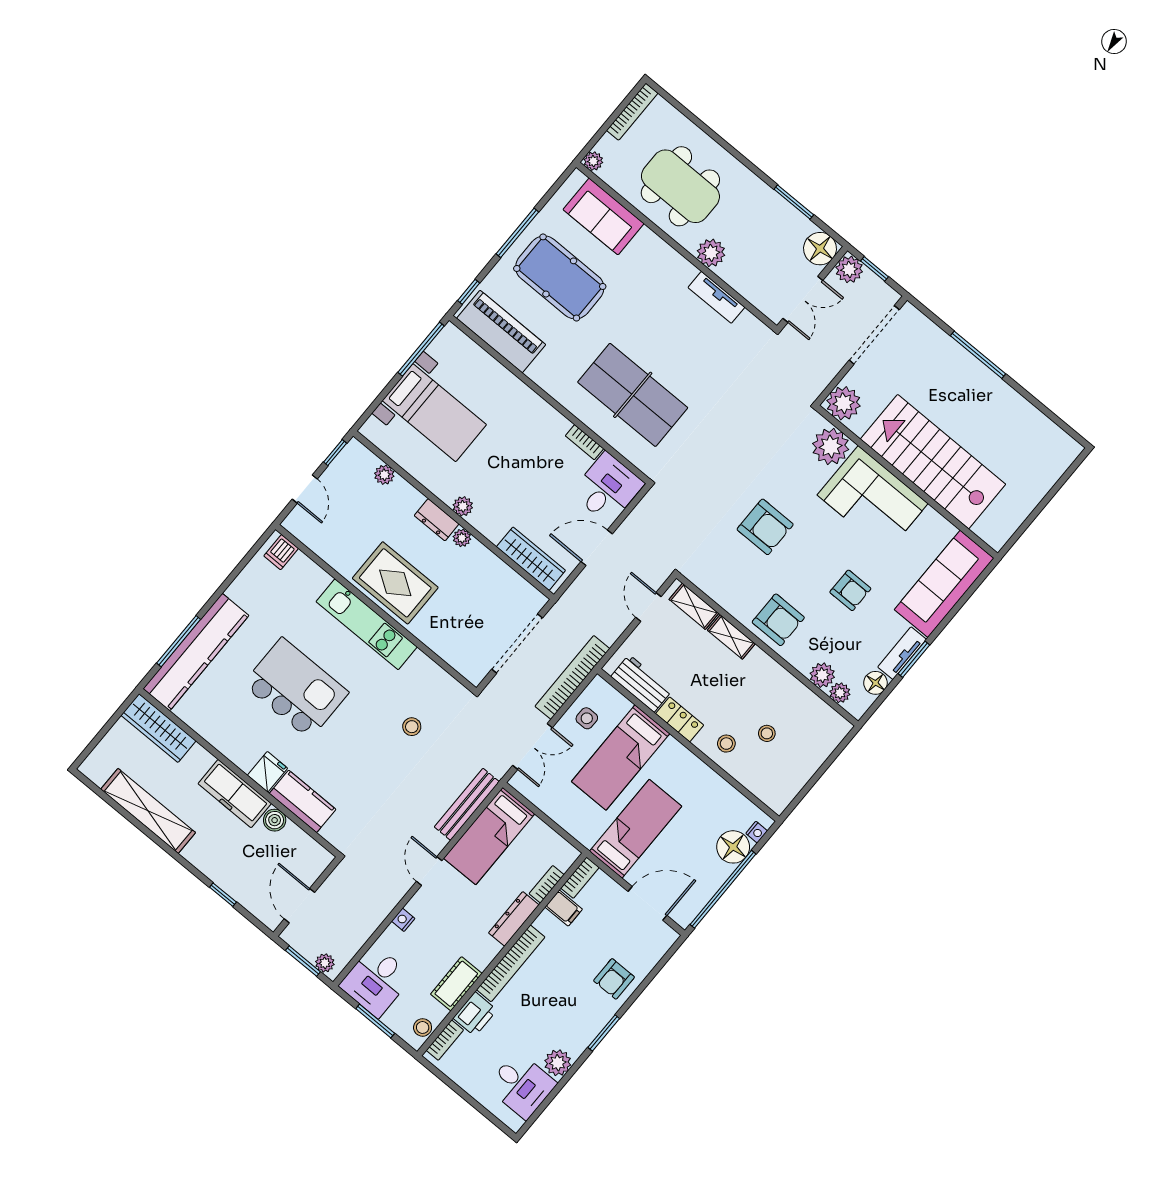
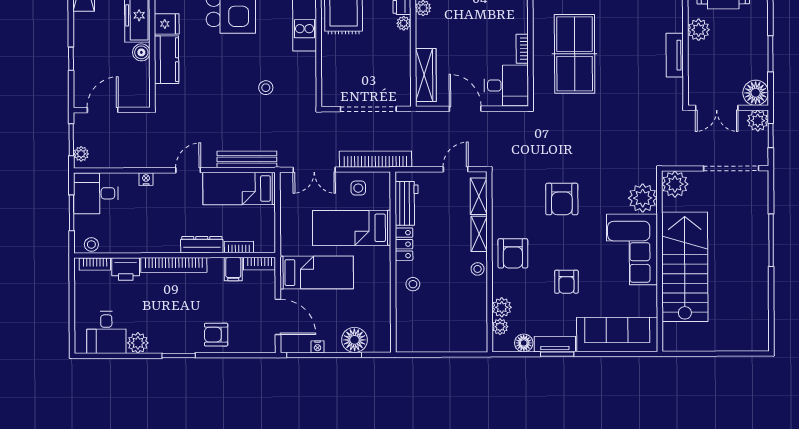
stool: (767, 733) -> (478, 269), moved
nightstand: (757, 832) -> (318, 347), moved
cot: (456, 984) -> (134, 243), removed

